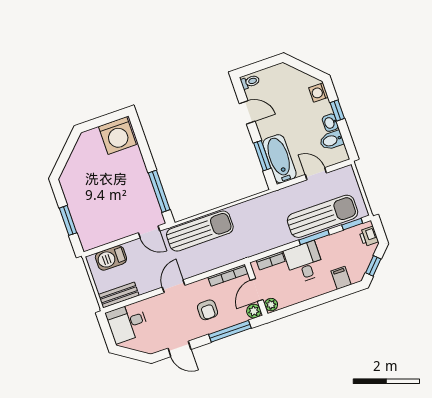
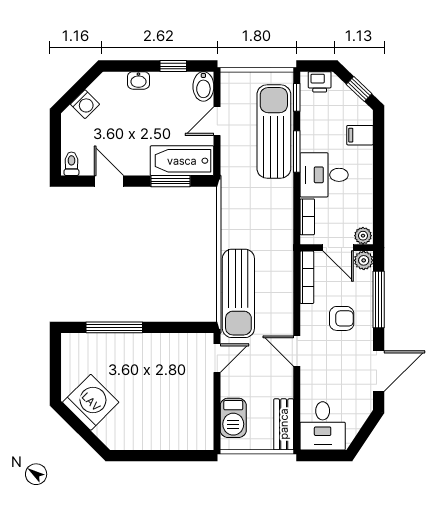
washing machine: (318, 93) -> (85, 104), moved, turned -45
window: (337, 110) -> (173, 66), moved
door: (247, 112) -> (109, 181), hinge flipped
washbasin: (330, 123) -> (138, 80), moved
washing machine: (117, 136) -> (91, 402), moved, turned -45
bidet: (332, 140) -> (203, 86), moved
window: (159, 191) -> (114, 327), moved
window: (68, 220) -> (167, 456), removed
sun lounger: (200, 231) -> (238, 293), turned 180
door: (179, 349) -> (379, 371), width x1.38

